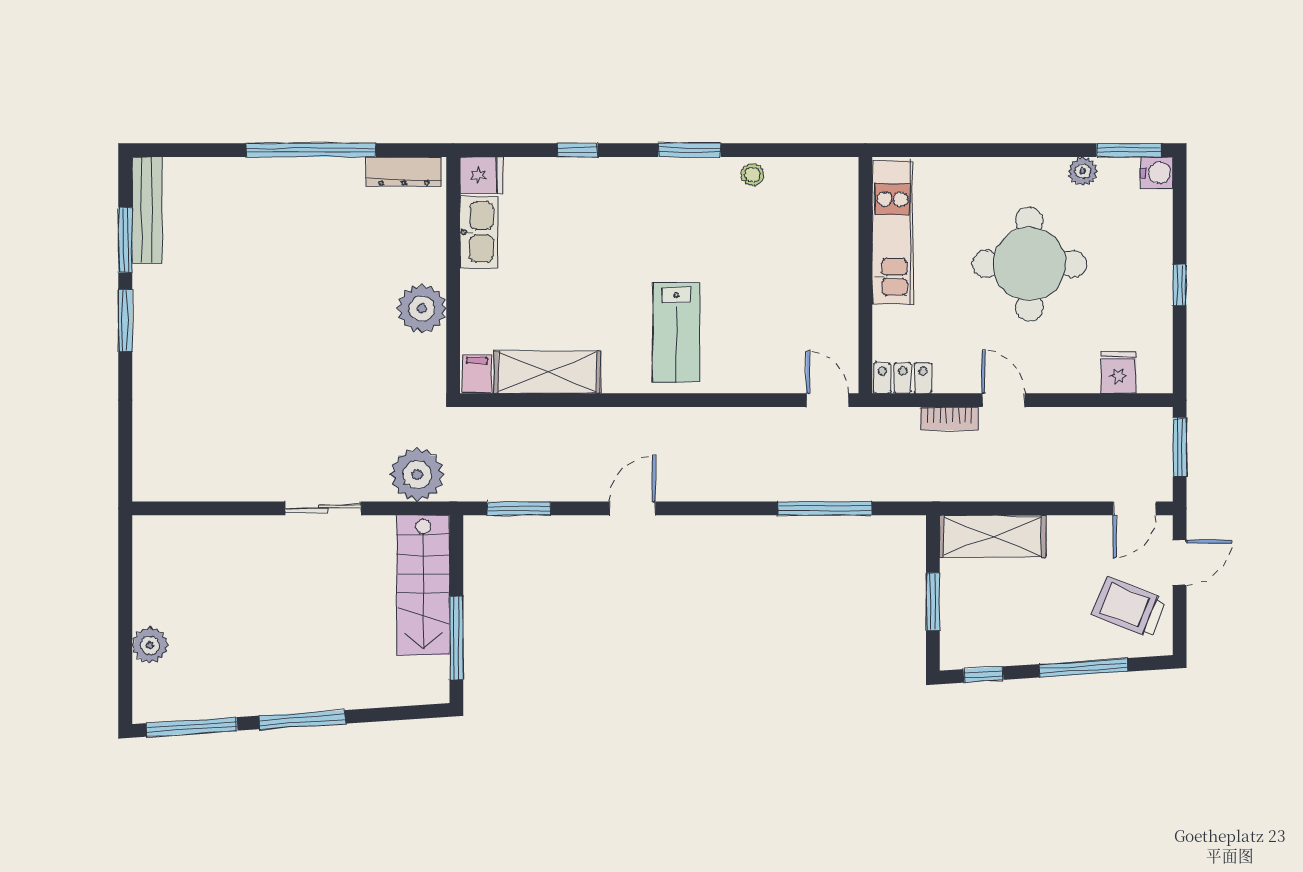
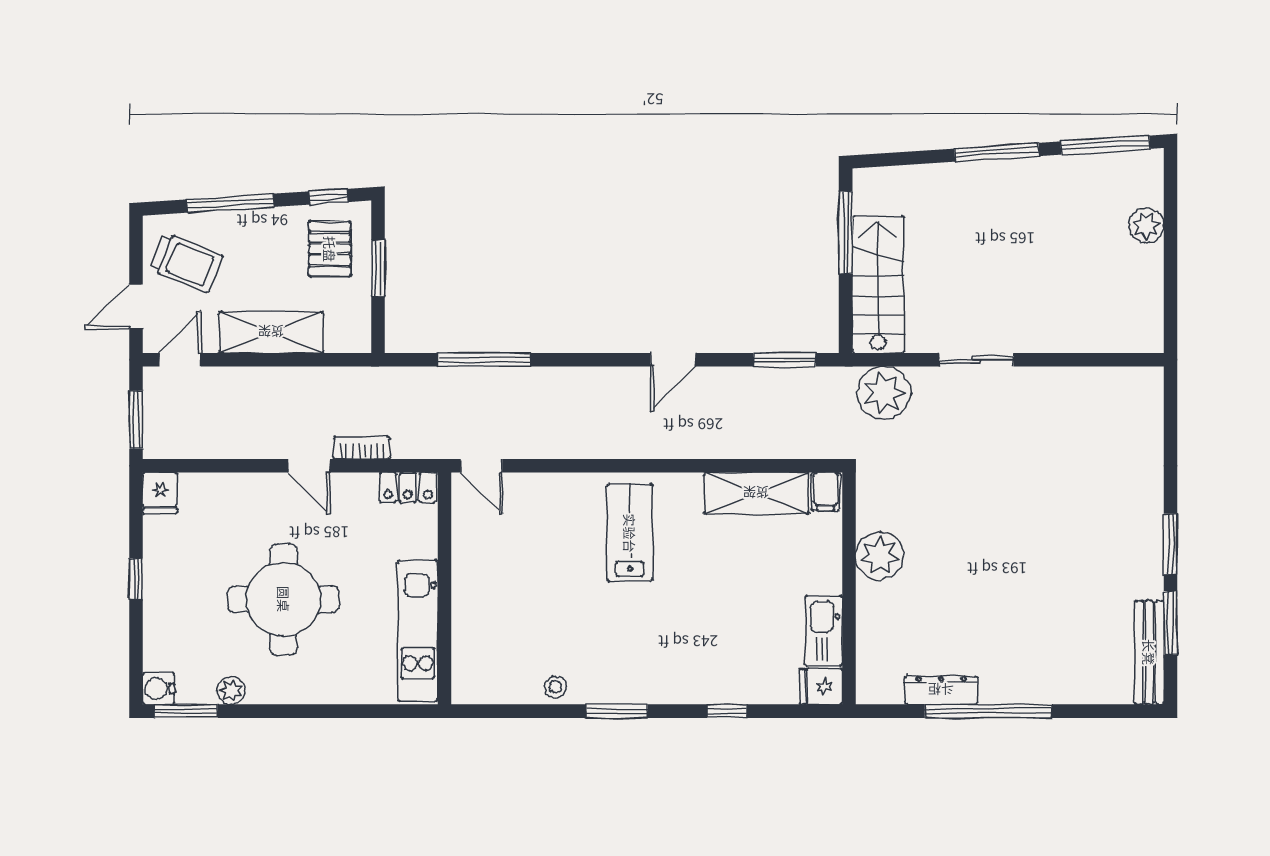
dresser: (404, 171) -> (941, 690), moved
fridge: (1119, 372) -> (160, 493), moved
shelving: (993, 536) -> (271, 332), moved
pallet: (982, 621) -> (330, 249), added

